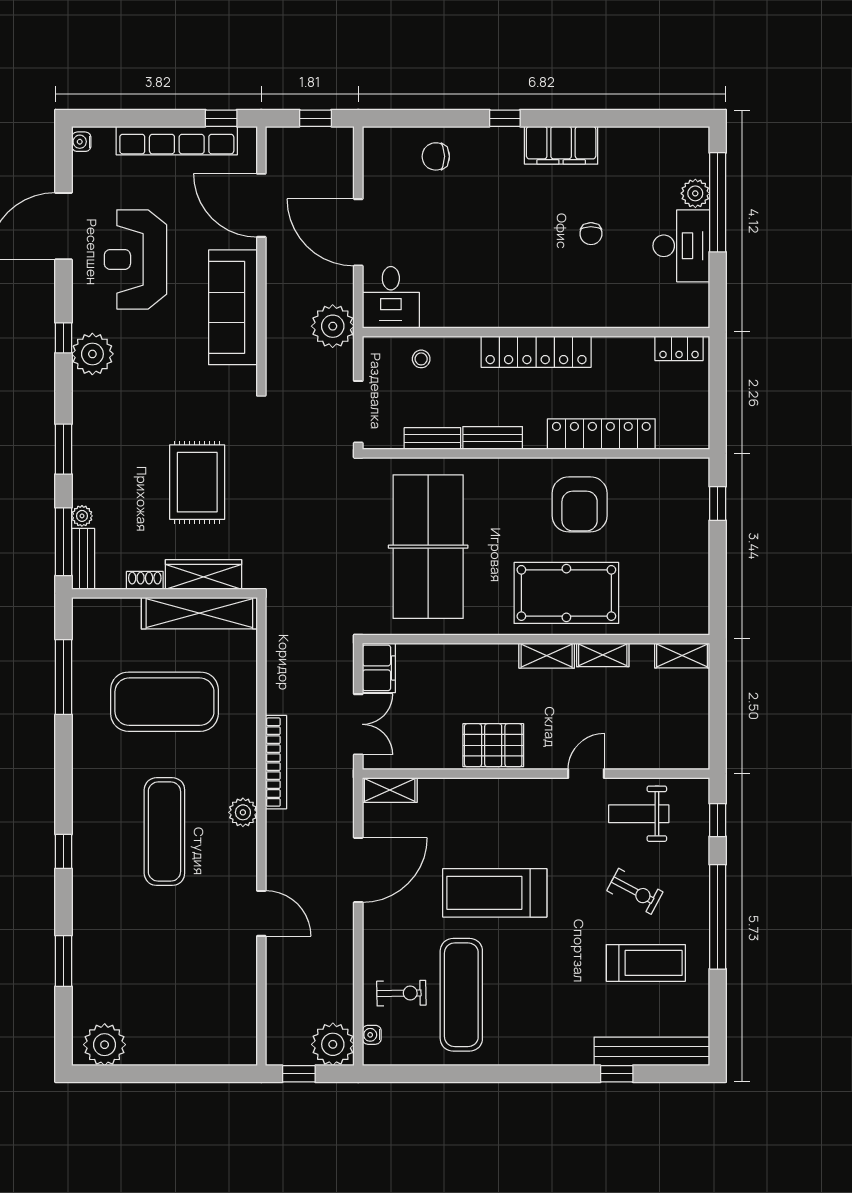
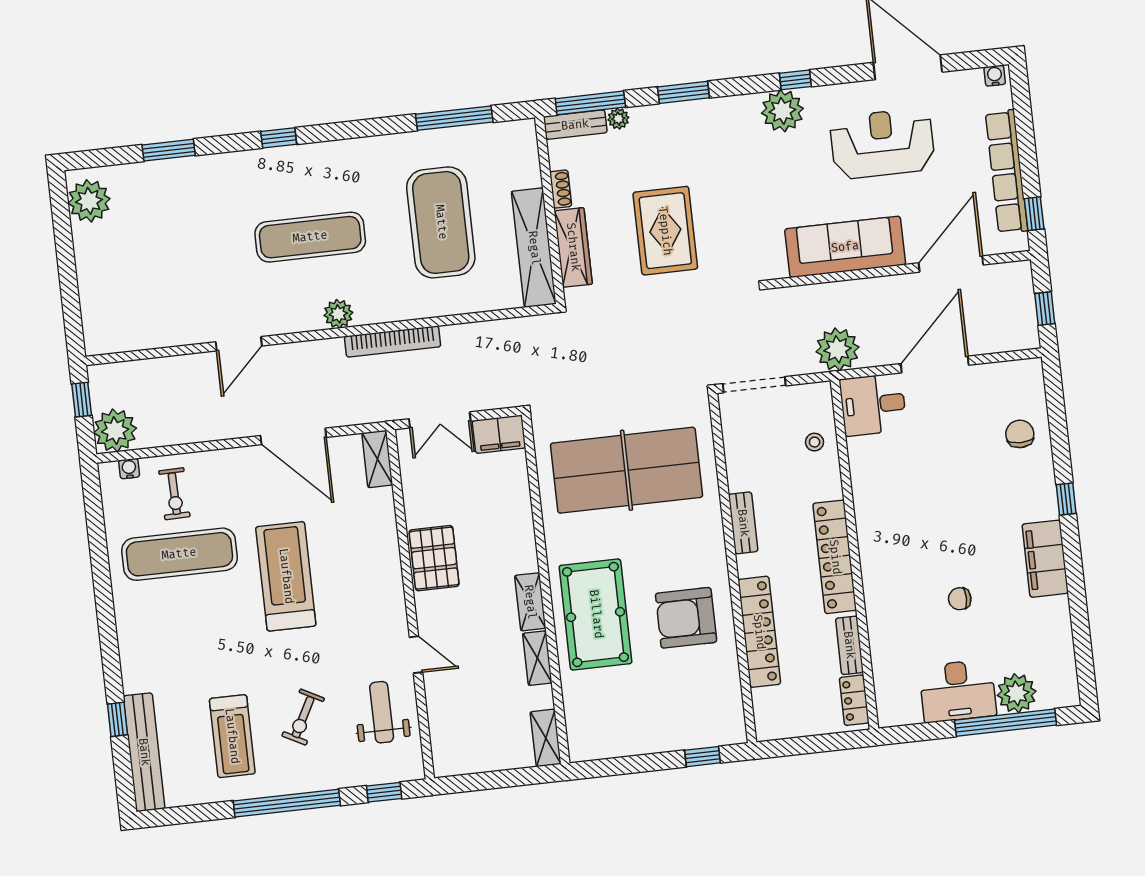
plant: (695, 193) -> (1017, 693), width x1.36, depth x1.36
bench: (432, 439) -> (849, 645), moved
rug: (197, 482) -> (665, 231), turned 90

